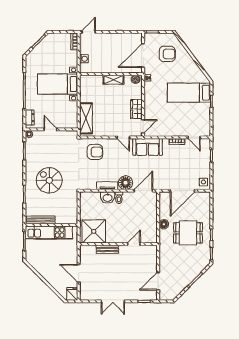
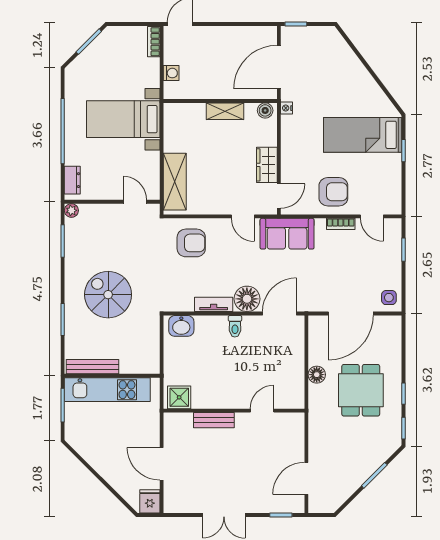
armchair: (167, 54) -> (333, 192), moved
door: (50, 129) -> (135, 202), moved
washbasin: (108, 198) -> (181, 326), moved
shower: (94, 231) -> (179, 397), width x0.54, depth x0.54
dining table: (188, 233) -> (361, 390), turned 90

